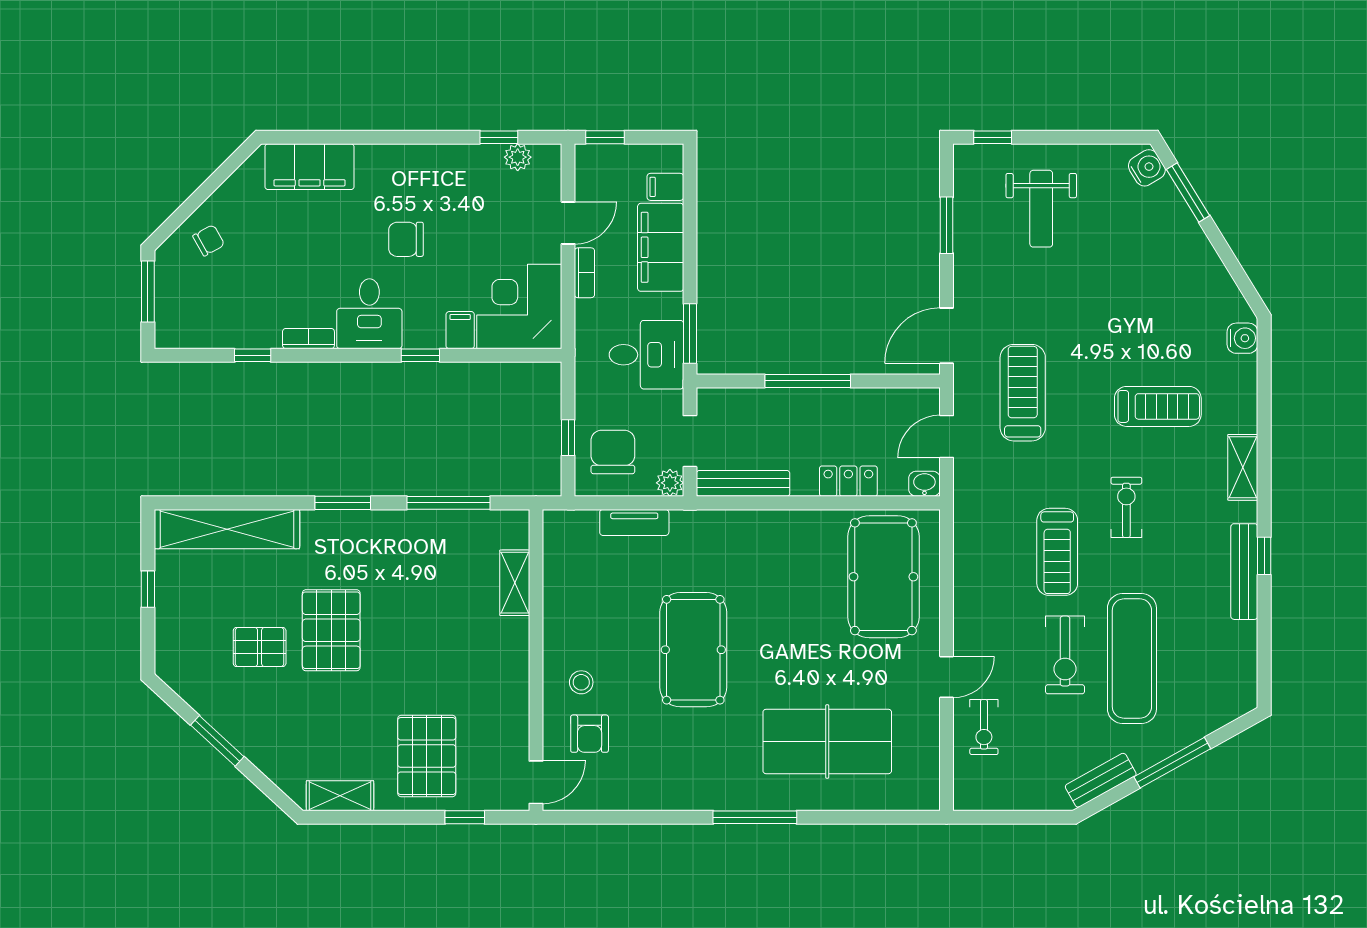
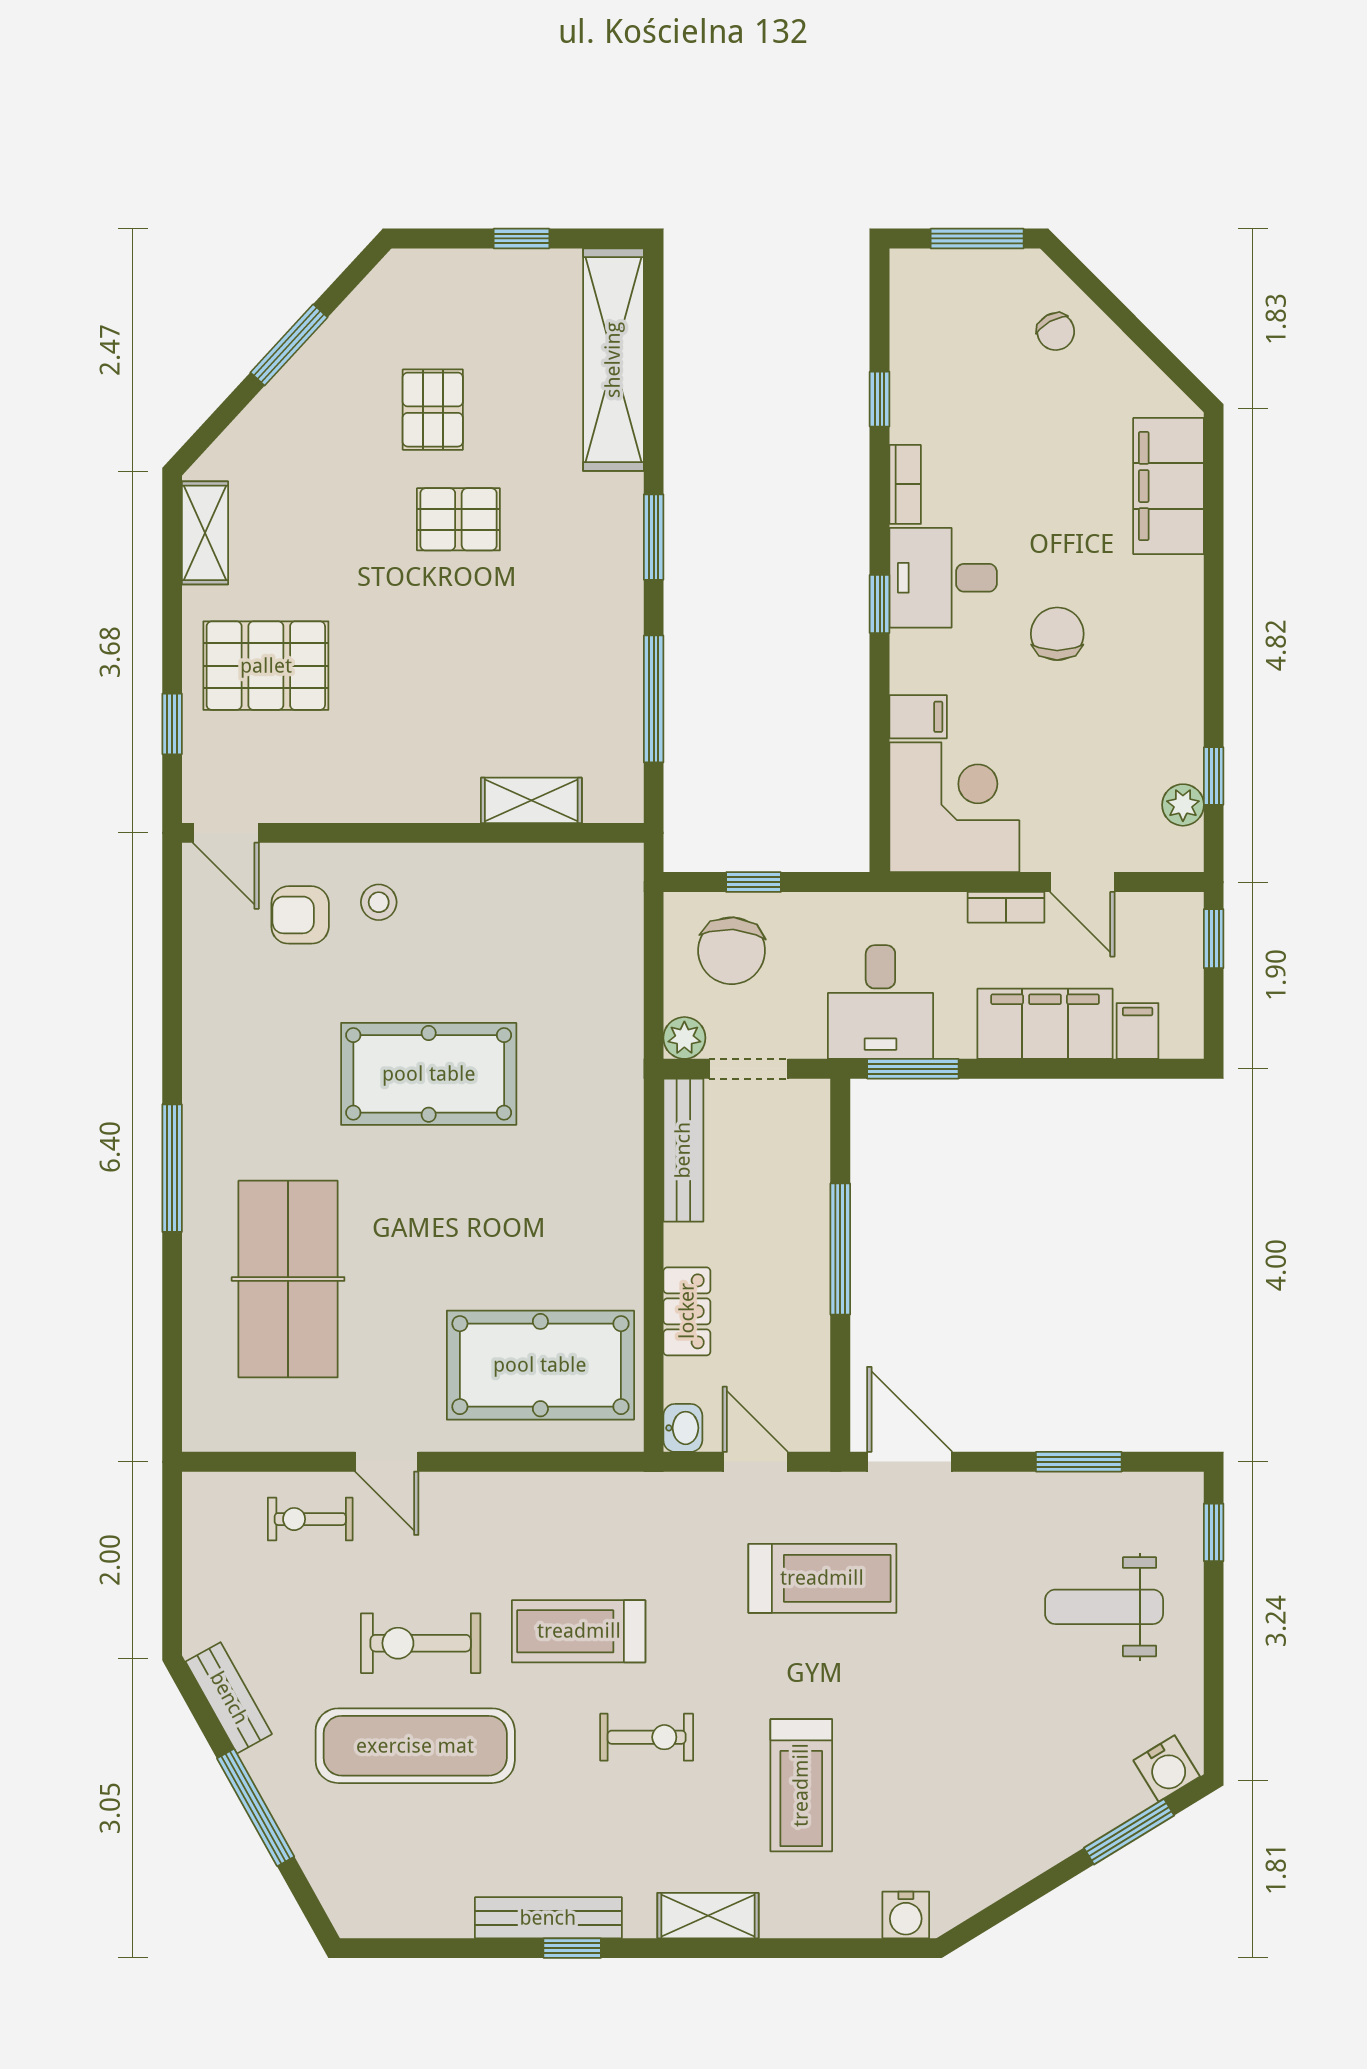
window: (420, 355) -> (880, 604), moved
chair: (613, 452) -> (732, 951), turned 94
tv unit: (634, 522) -> (624, 983), removed
pallet: (331, 630) -> (458, 519), width x0.67, depth x0.71

